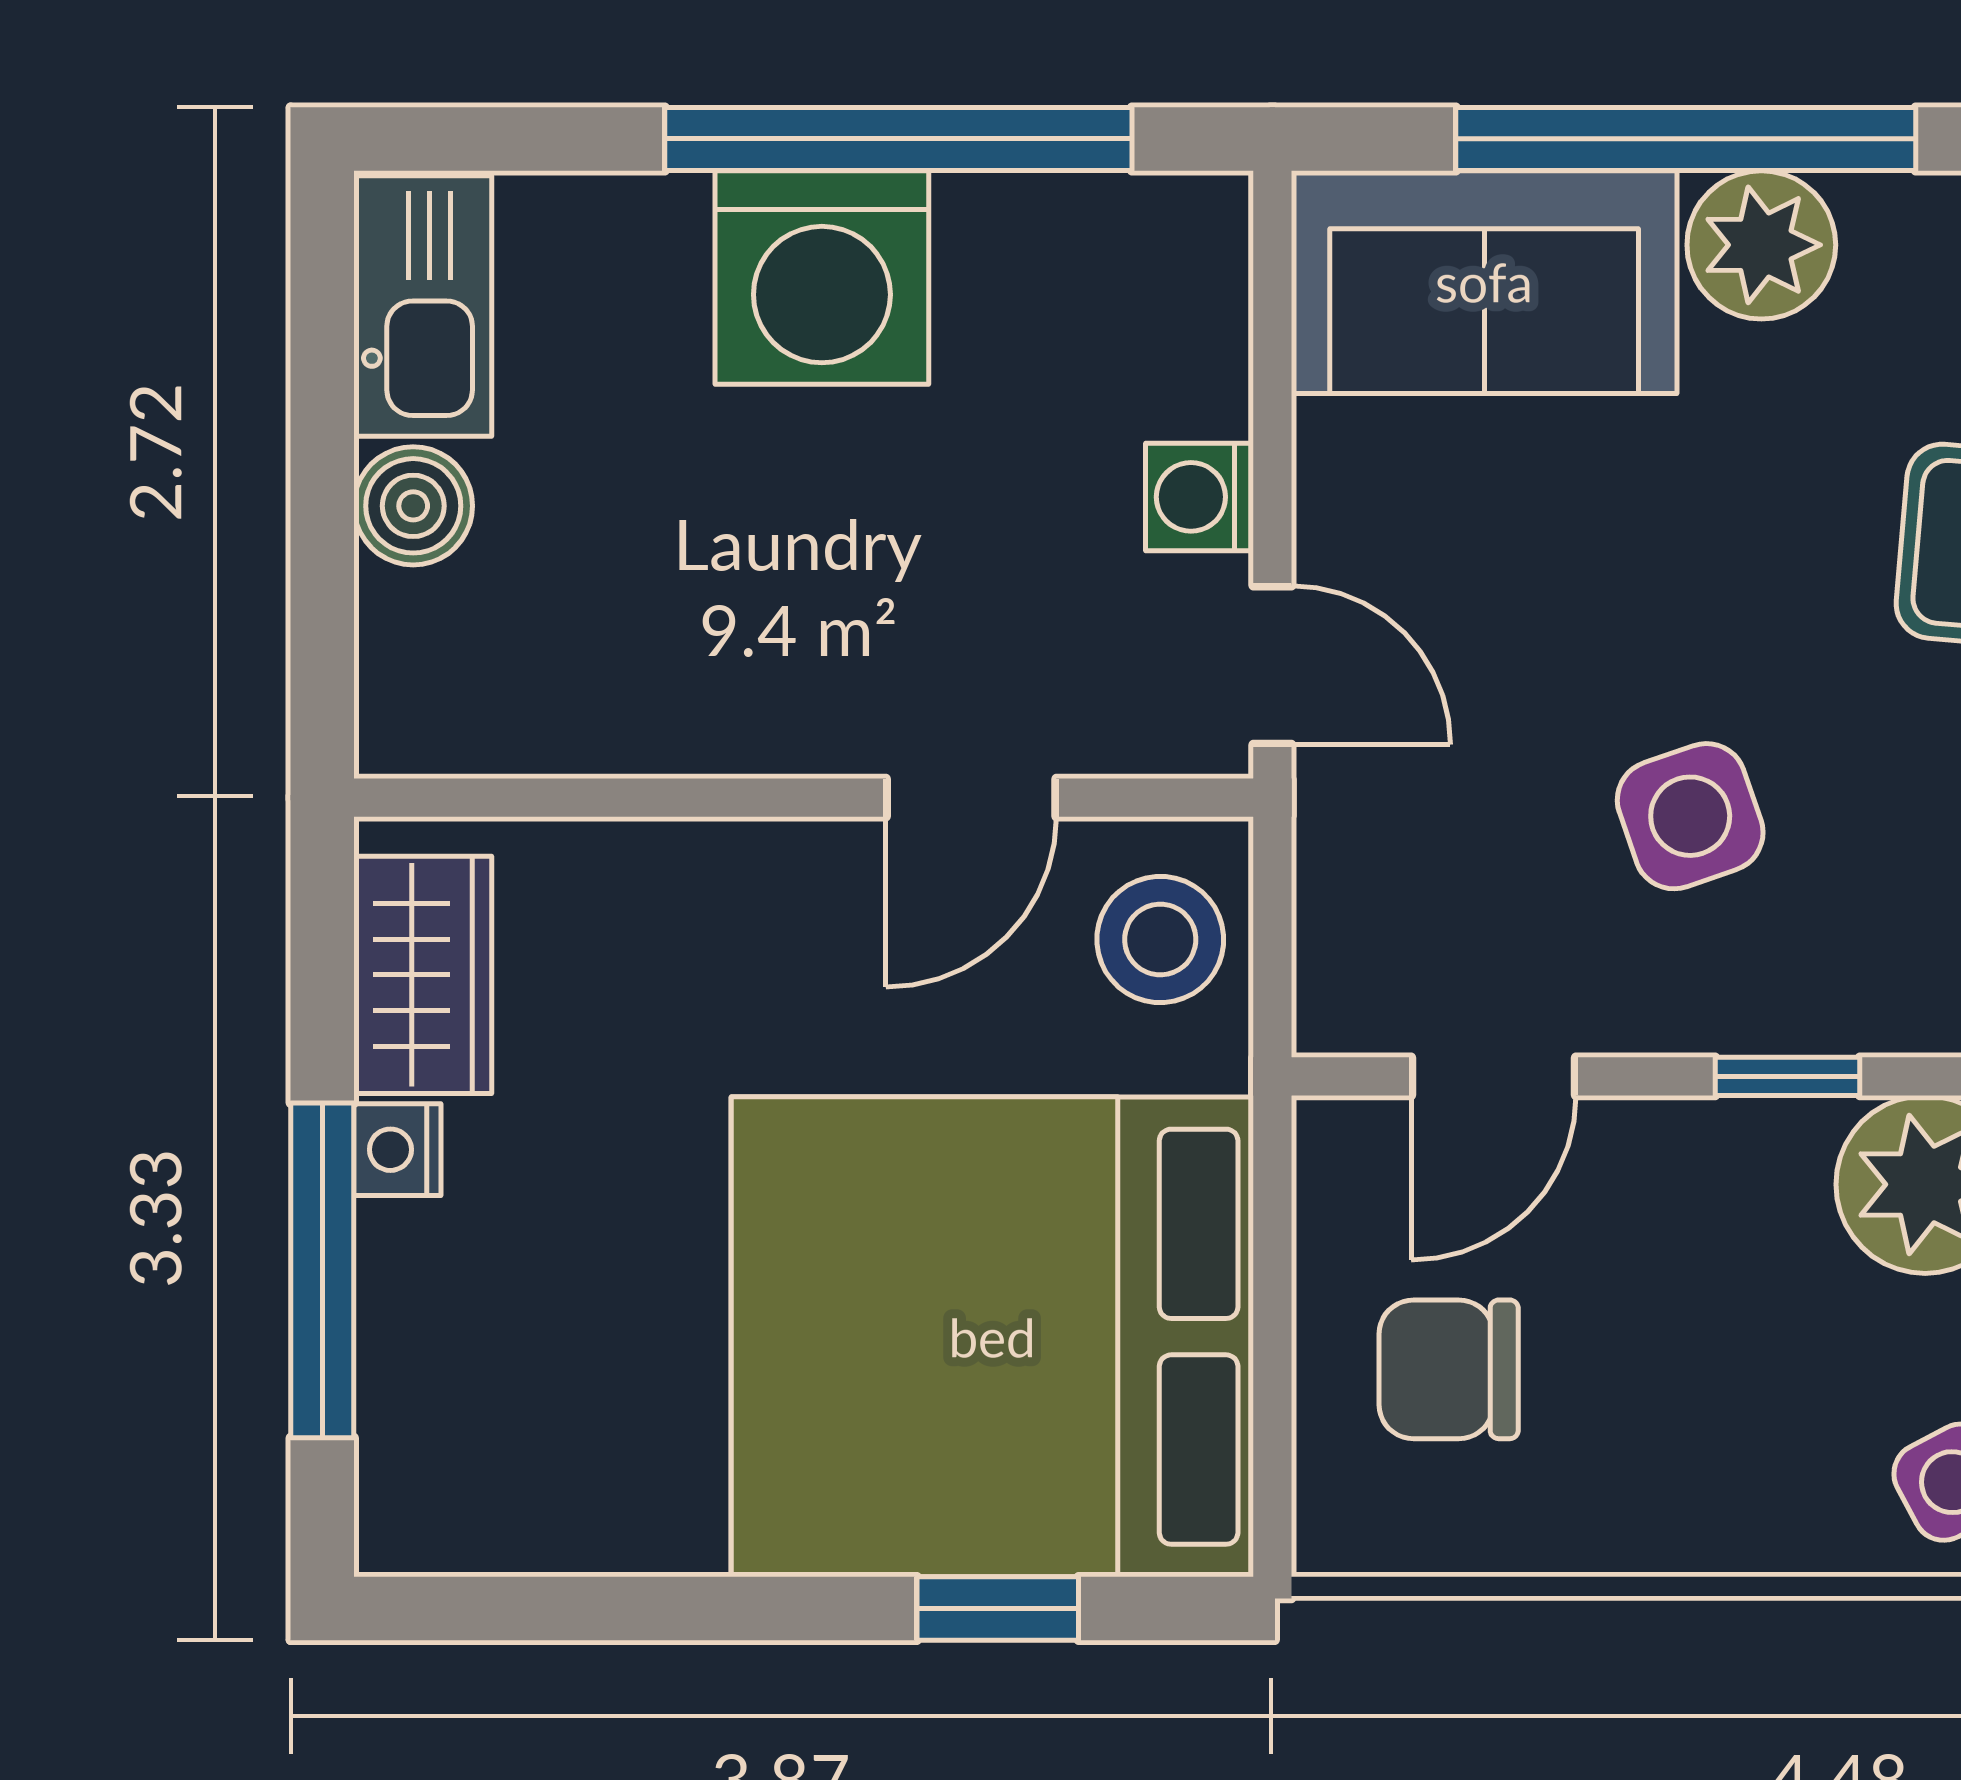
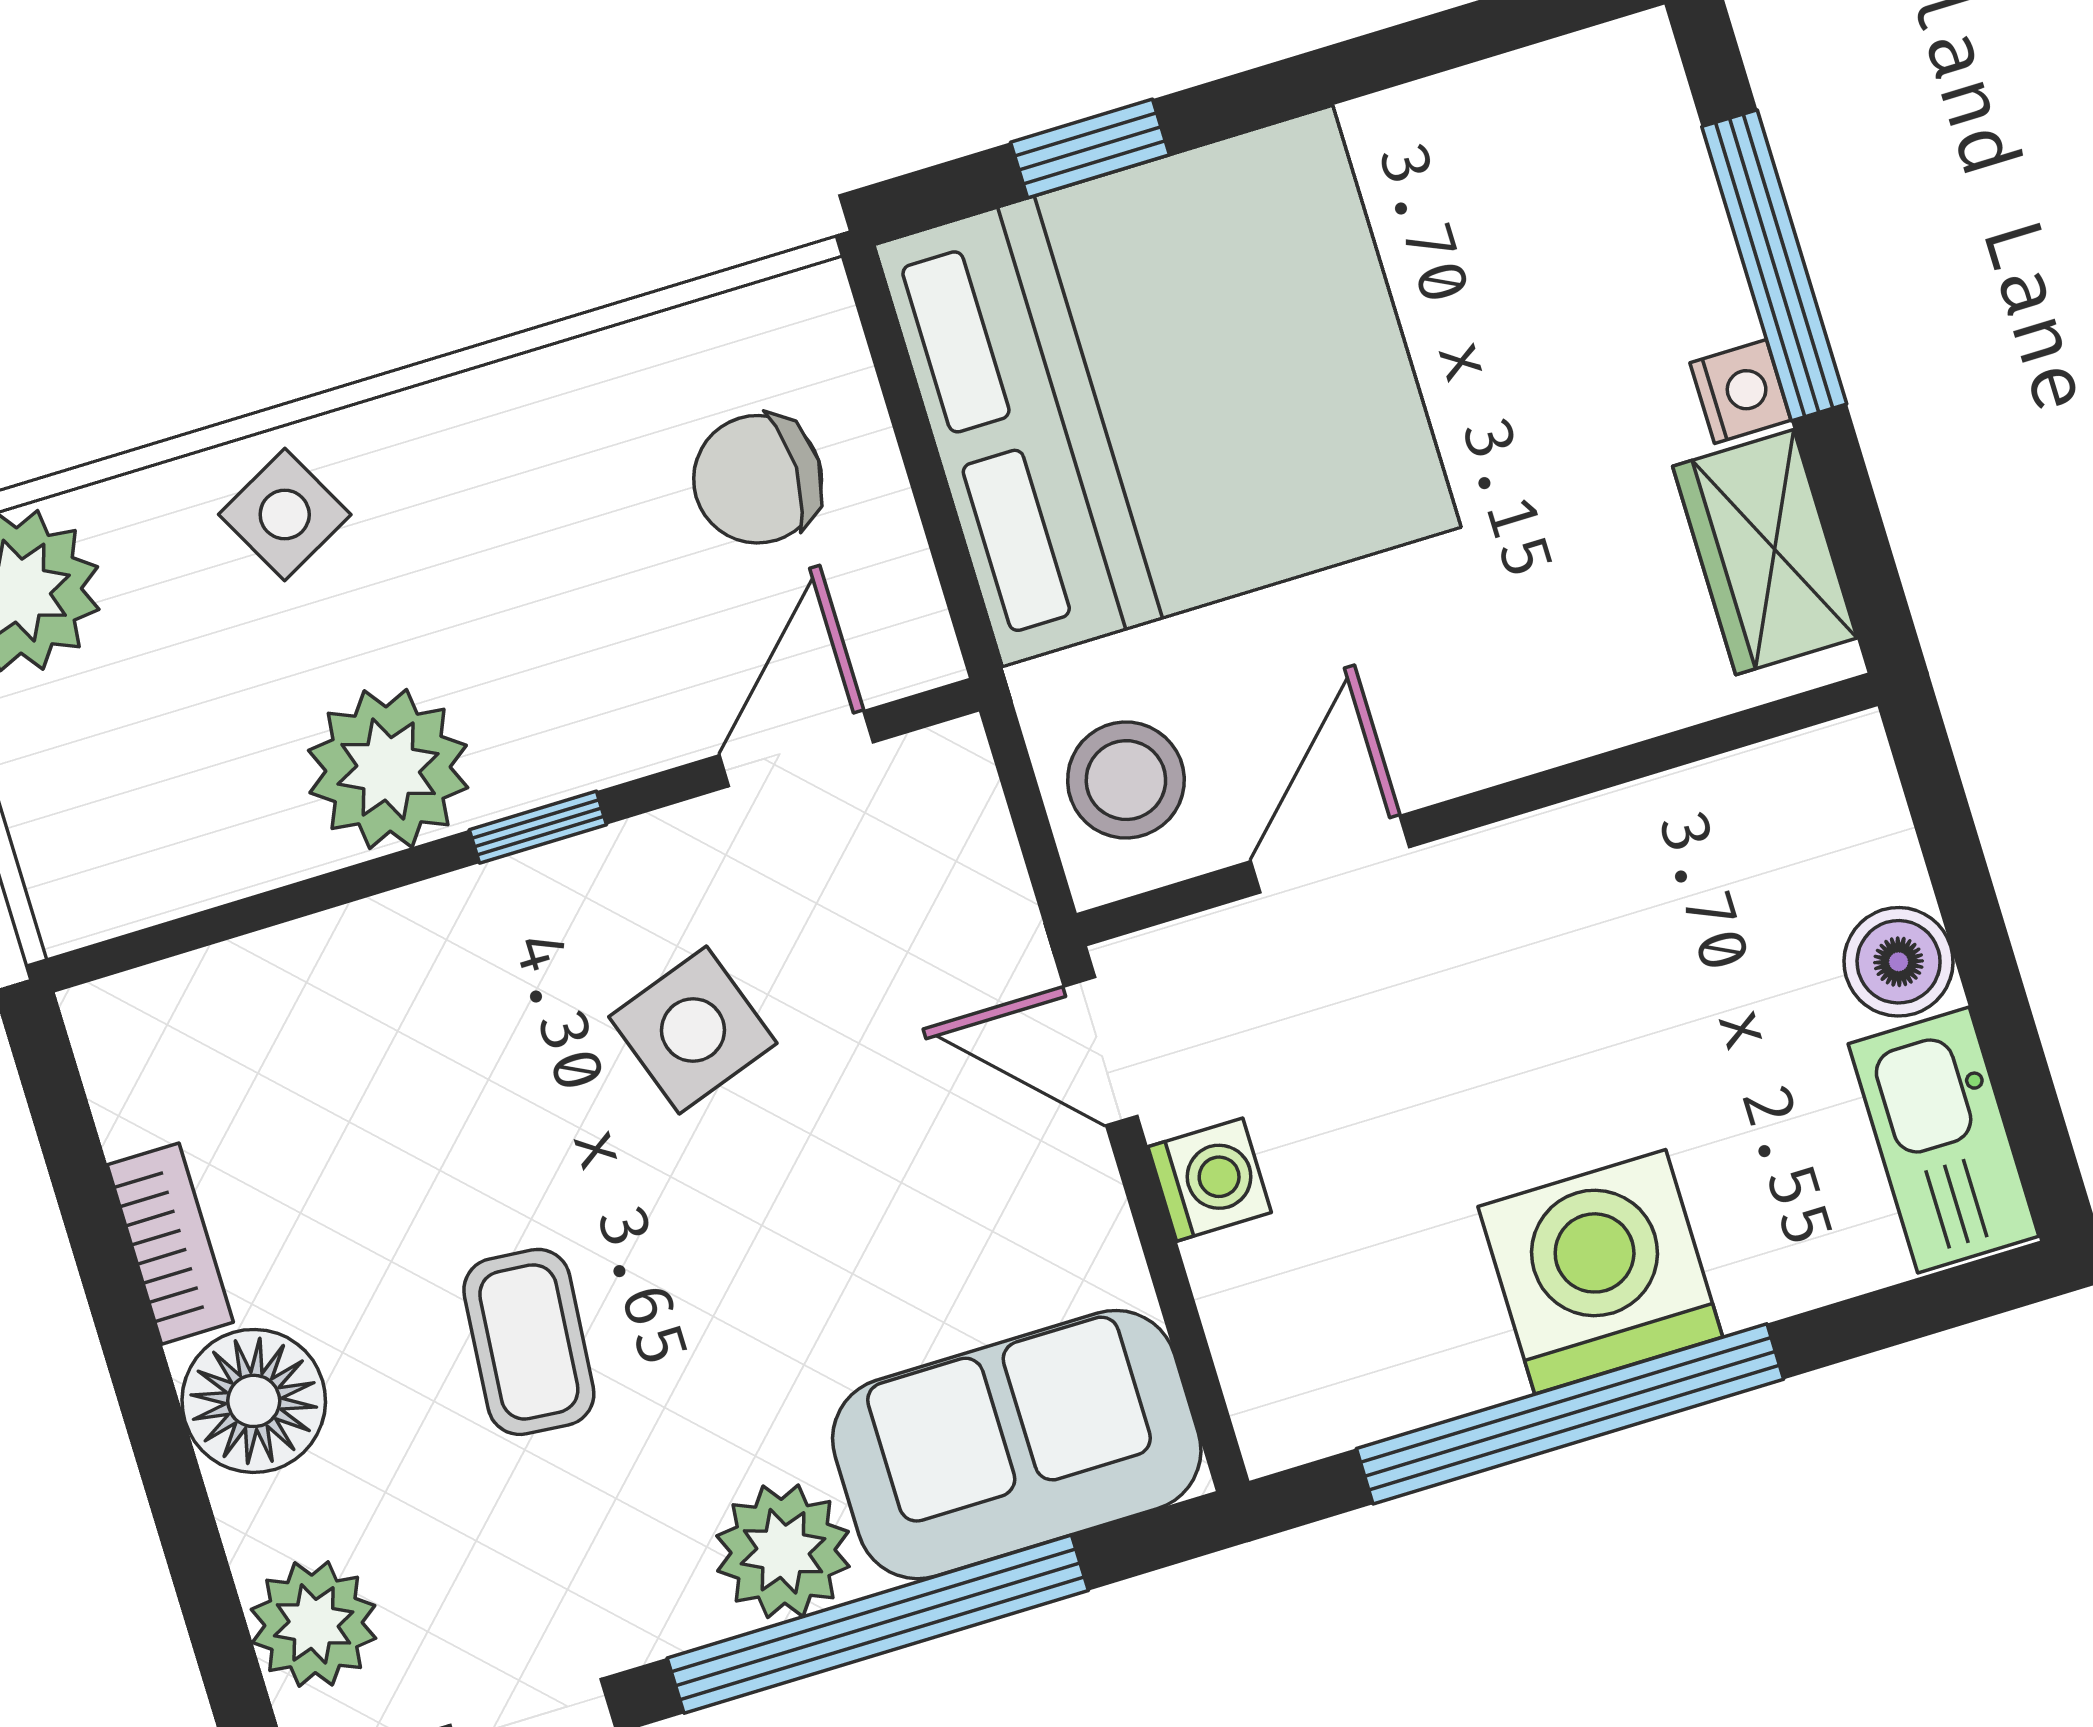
chair: (1449, 1369) -> (758, 479), turned 180

